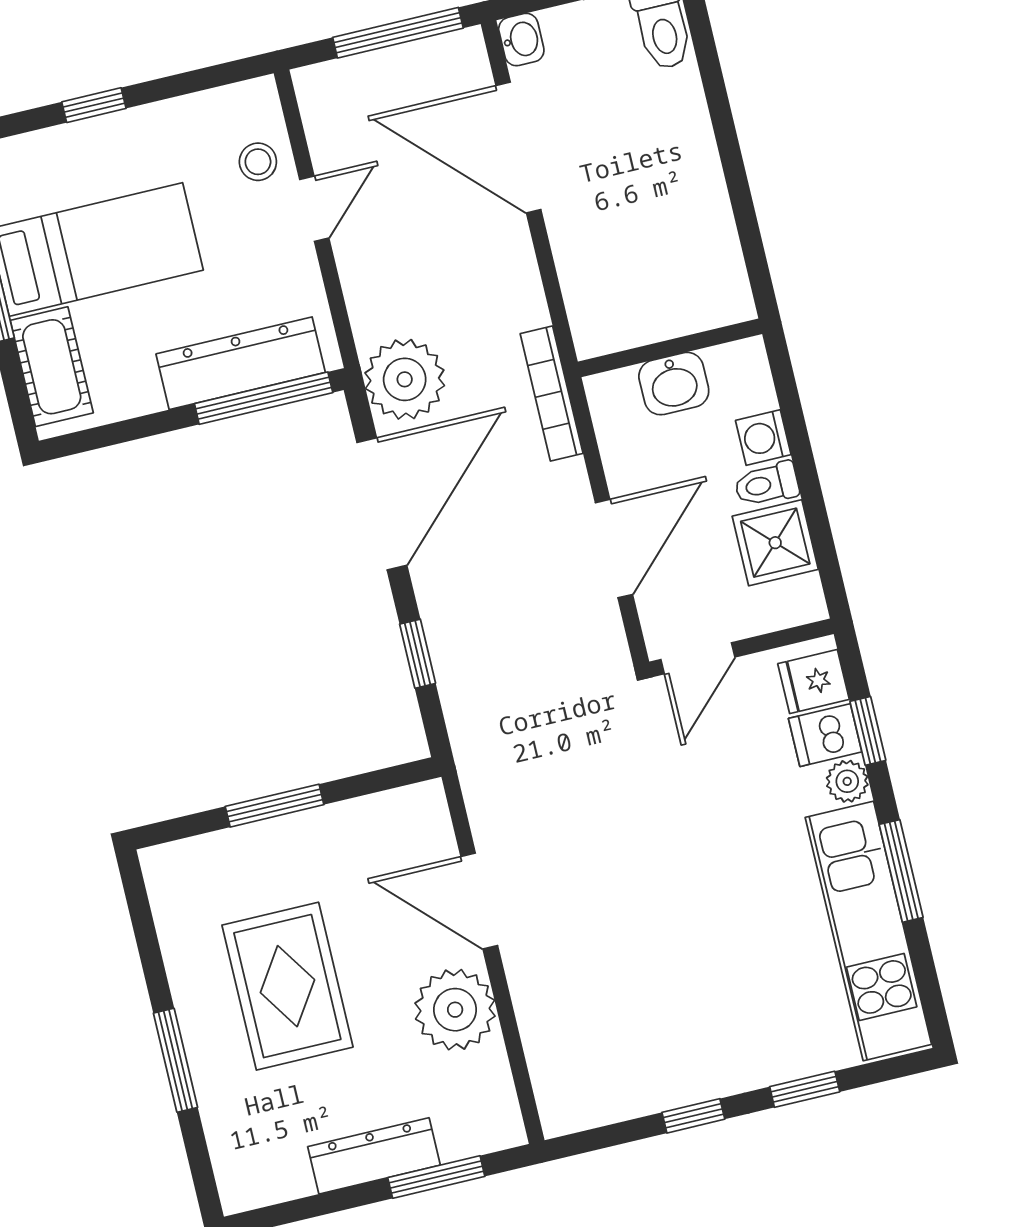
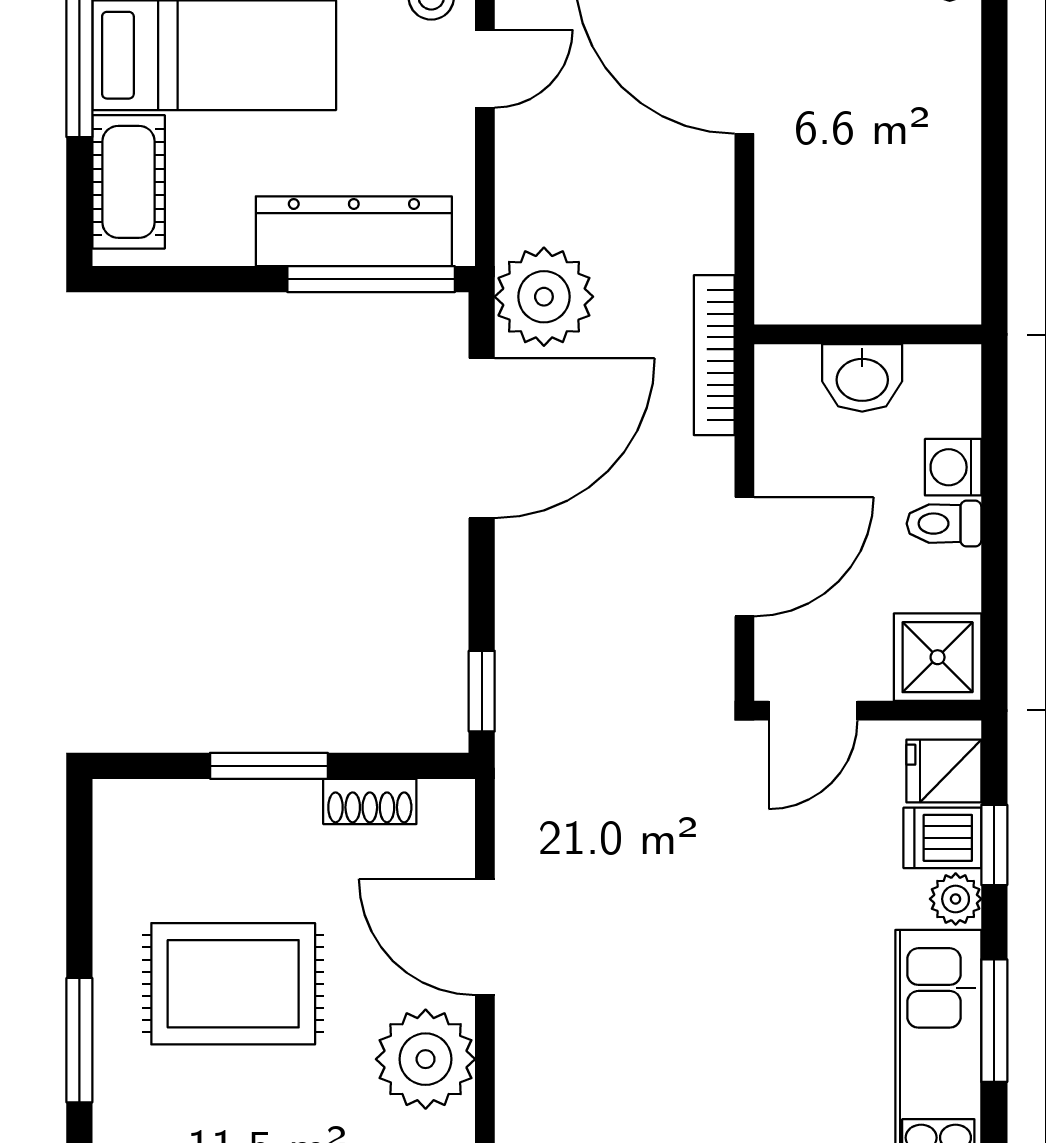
shower: (775, 543) -> (938, 657), moved
window: (418, 654) -> (482, 691), moved
shoe rack: (362, 815) -> (370, 801), added
rug: (287, 986) -> (233, 984), turned 90

